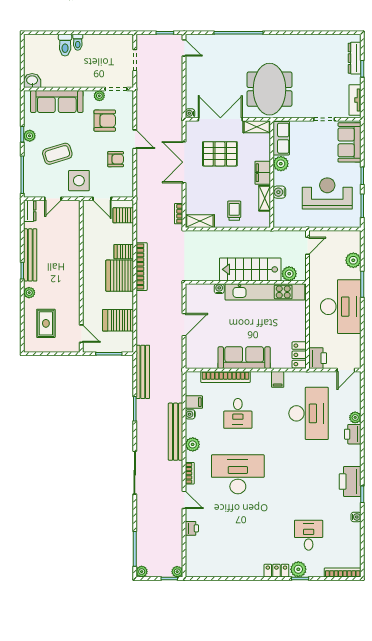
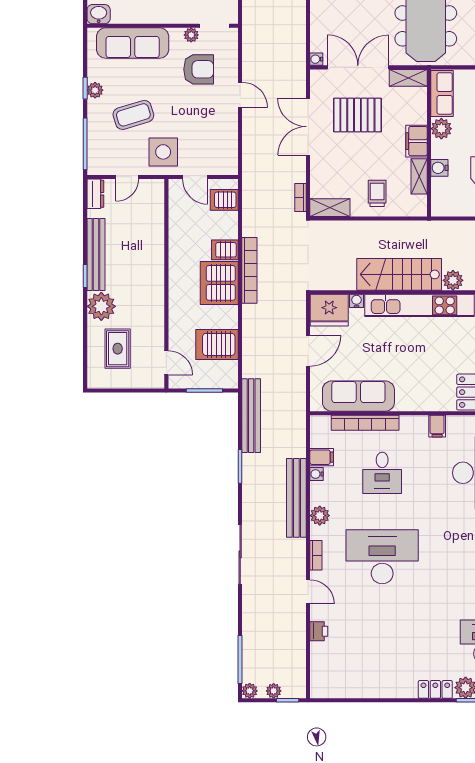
armchair: (116, 159) -> (214, 122), removed
plant: (29, 293) -> (101, 306), width x1.87, depth x1.87
fridge: (199, 295) -> (329, 310), added
sofa: (244, 358) -> (358, 396), moved
plant: (177, 572) -> (274, 691), moved

